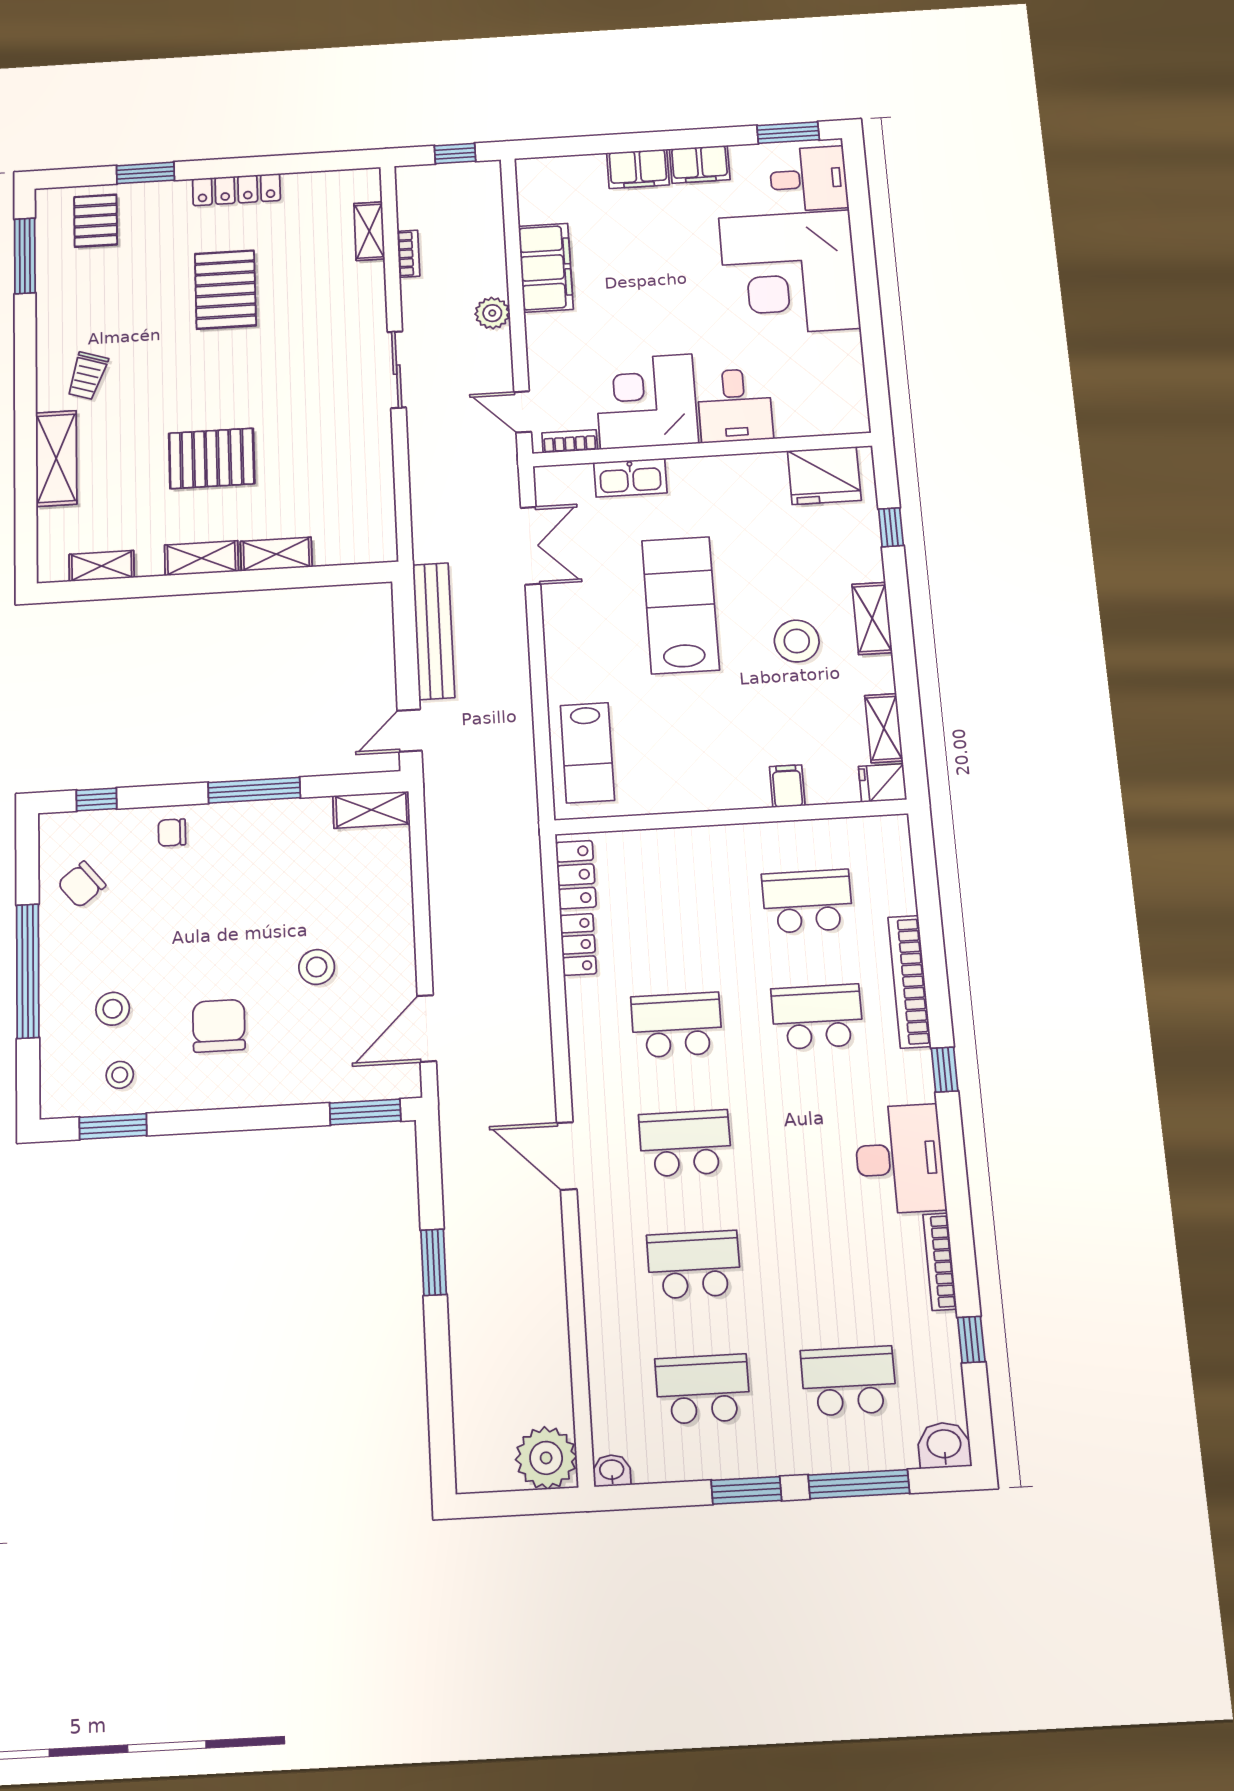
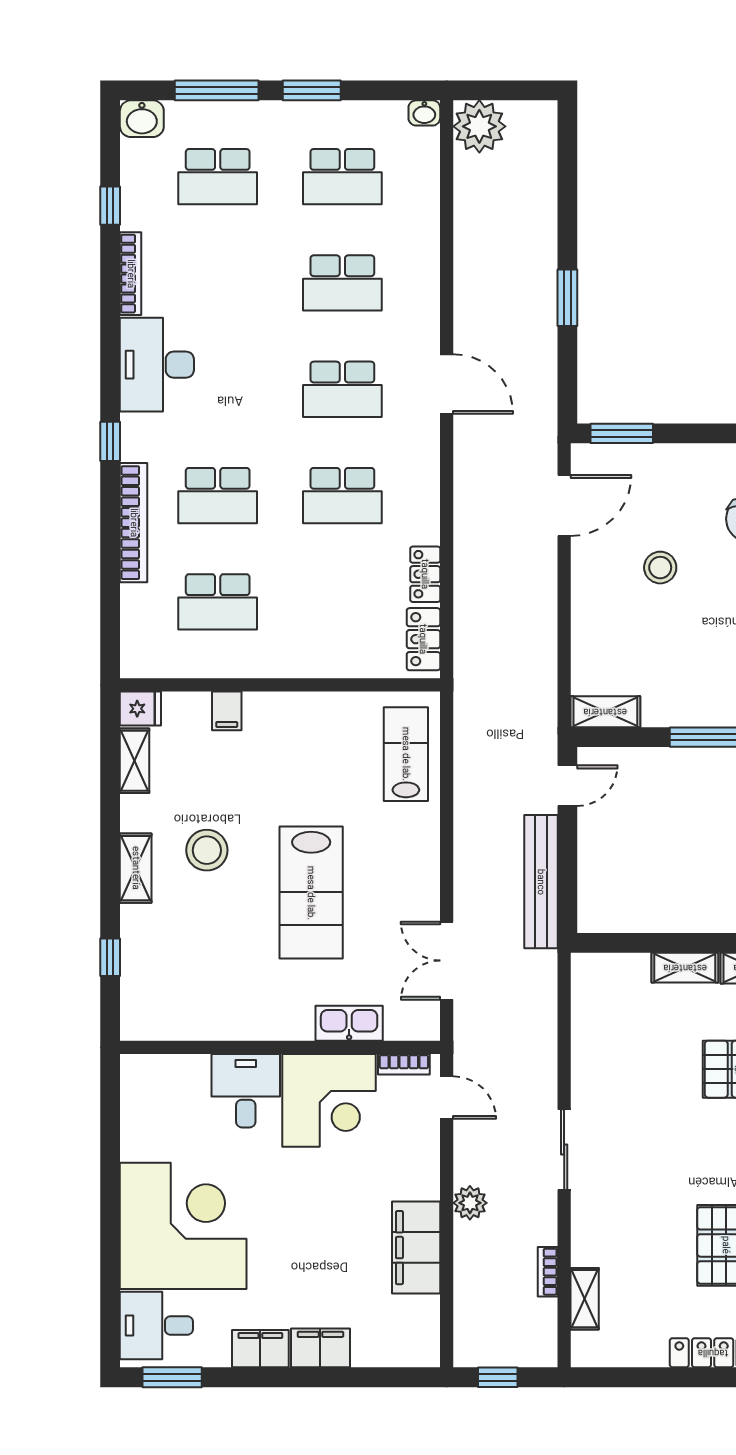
fridge: (824, 476) -> (168, 1013), removed

